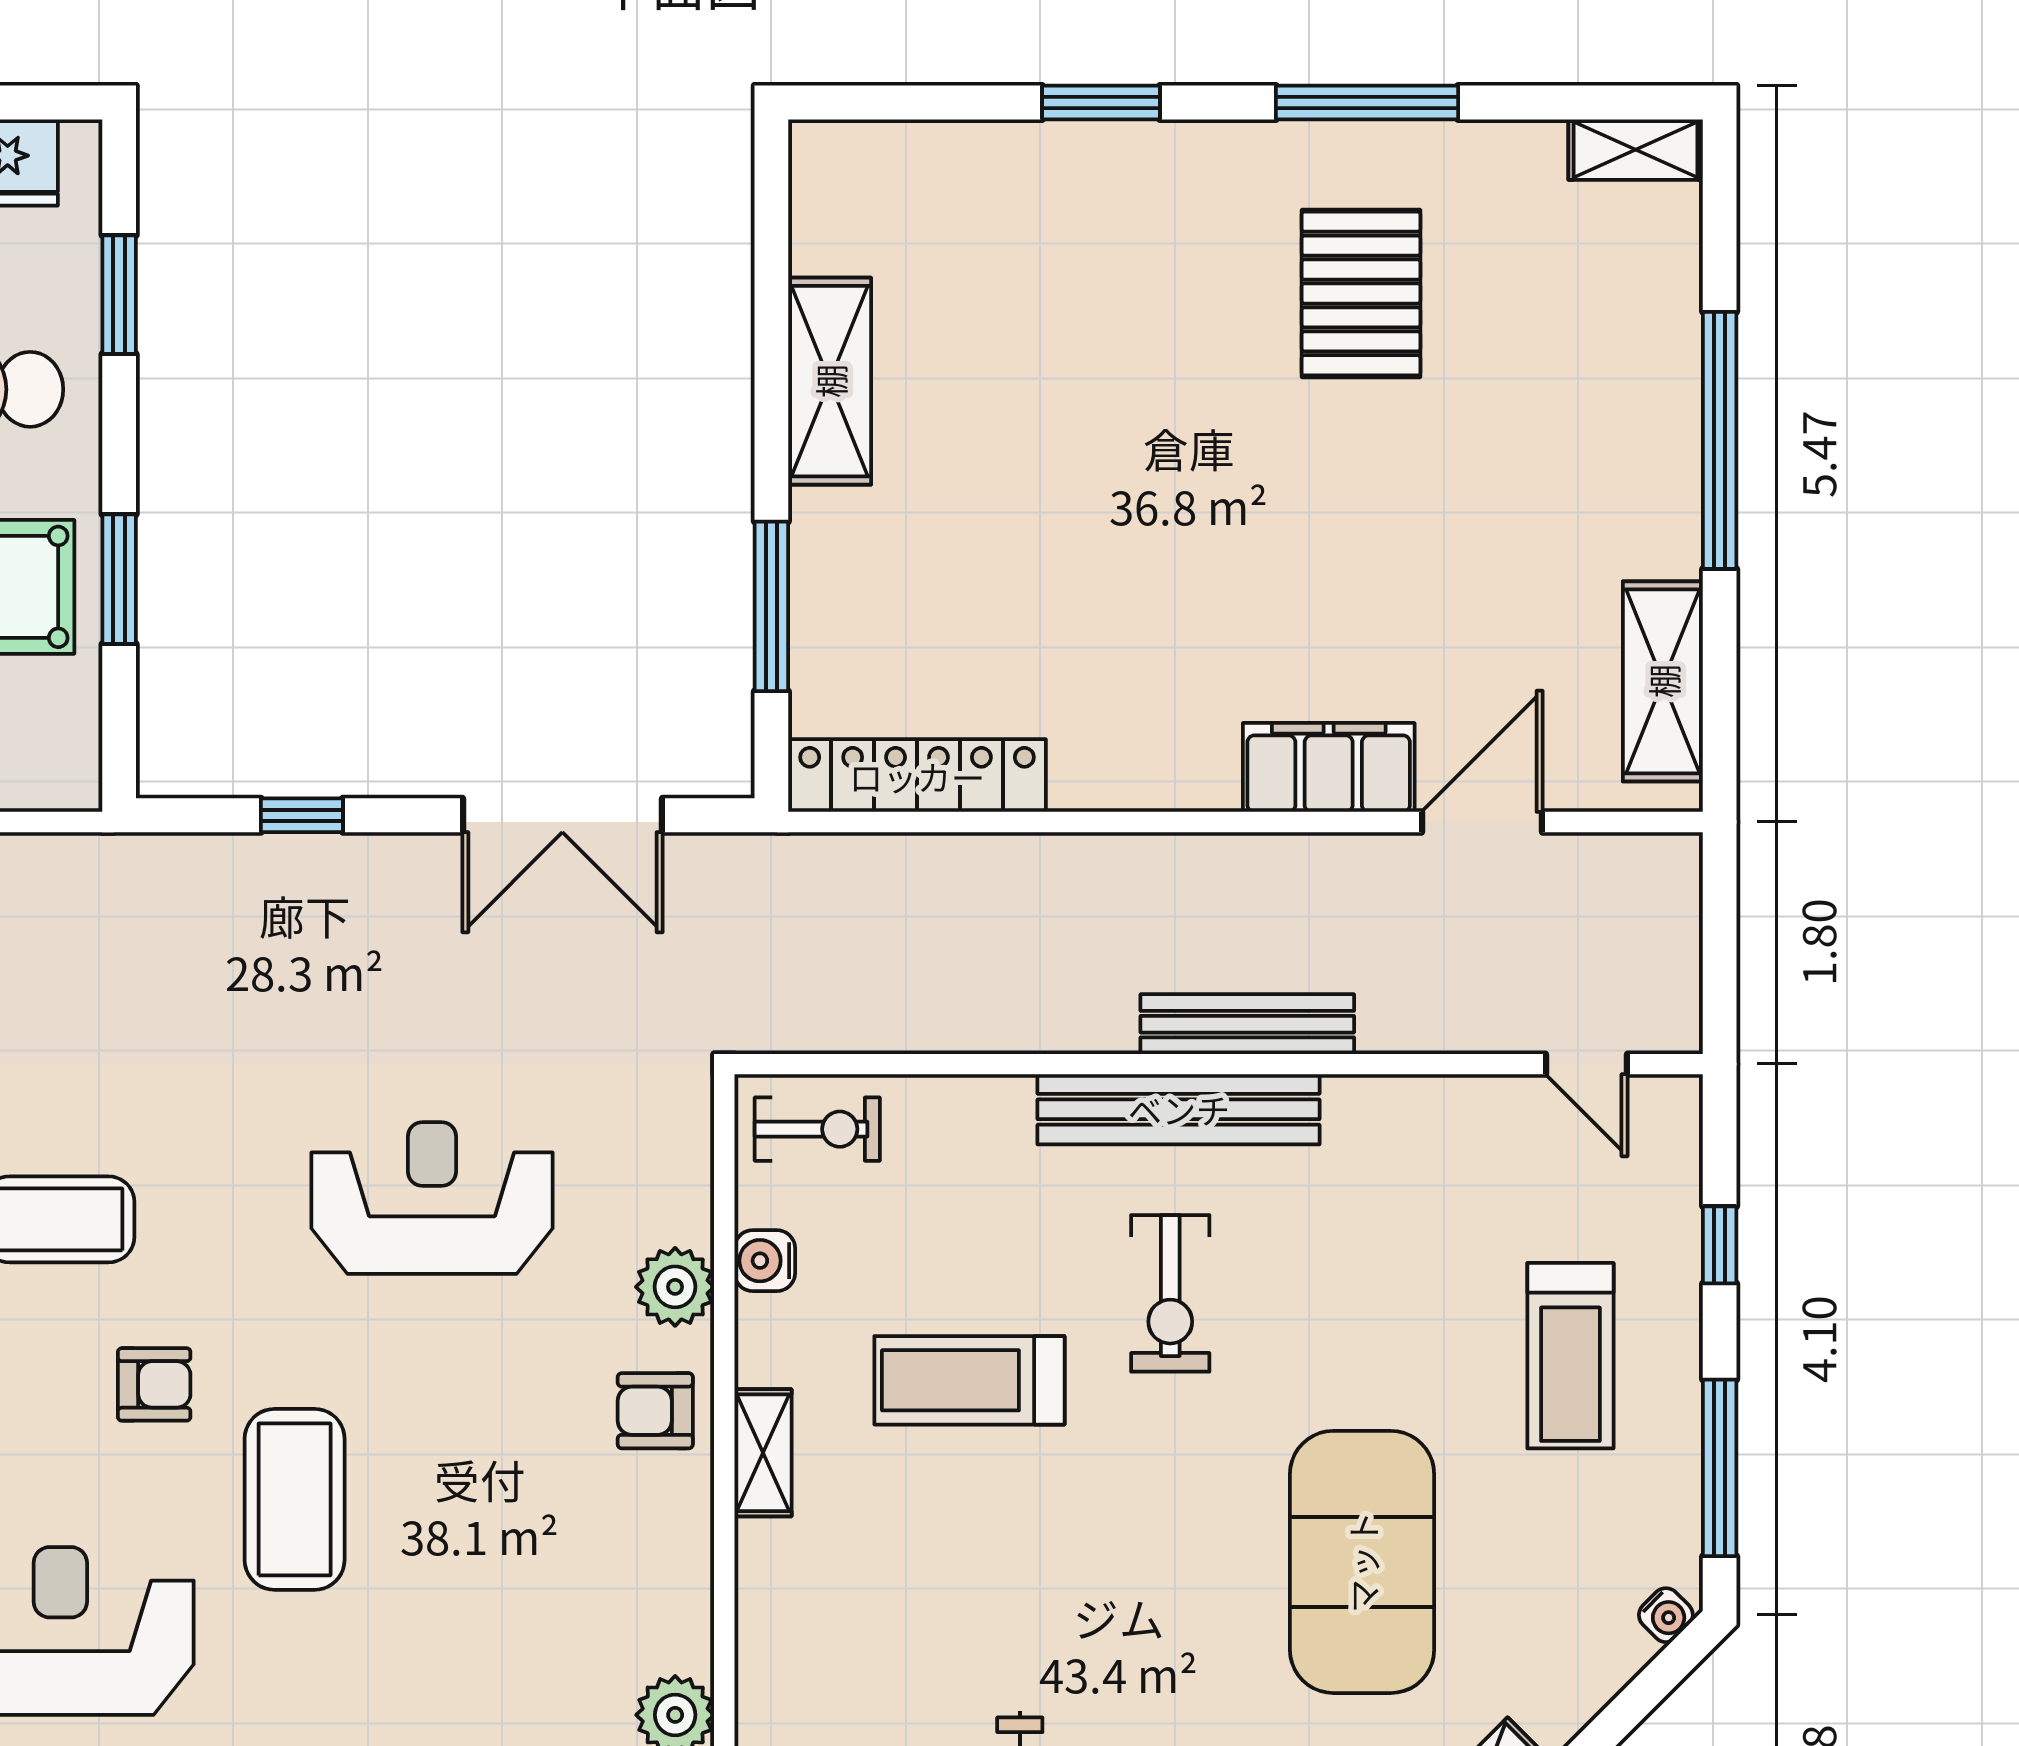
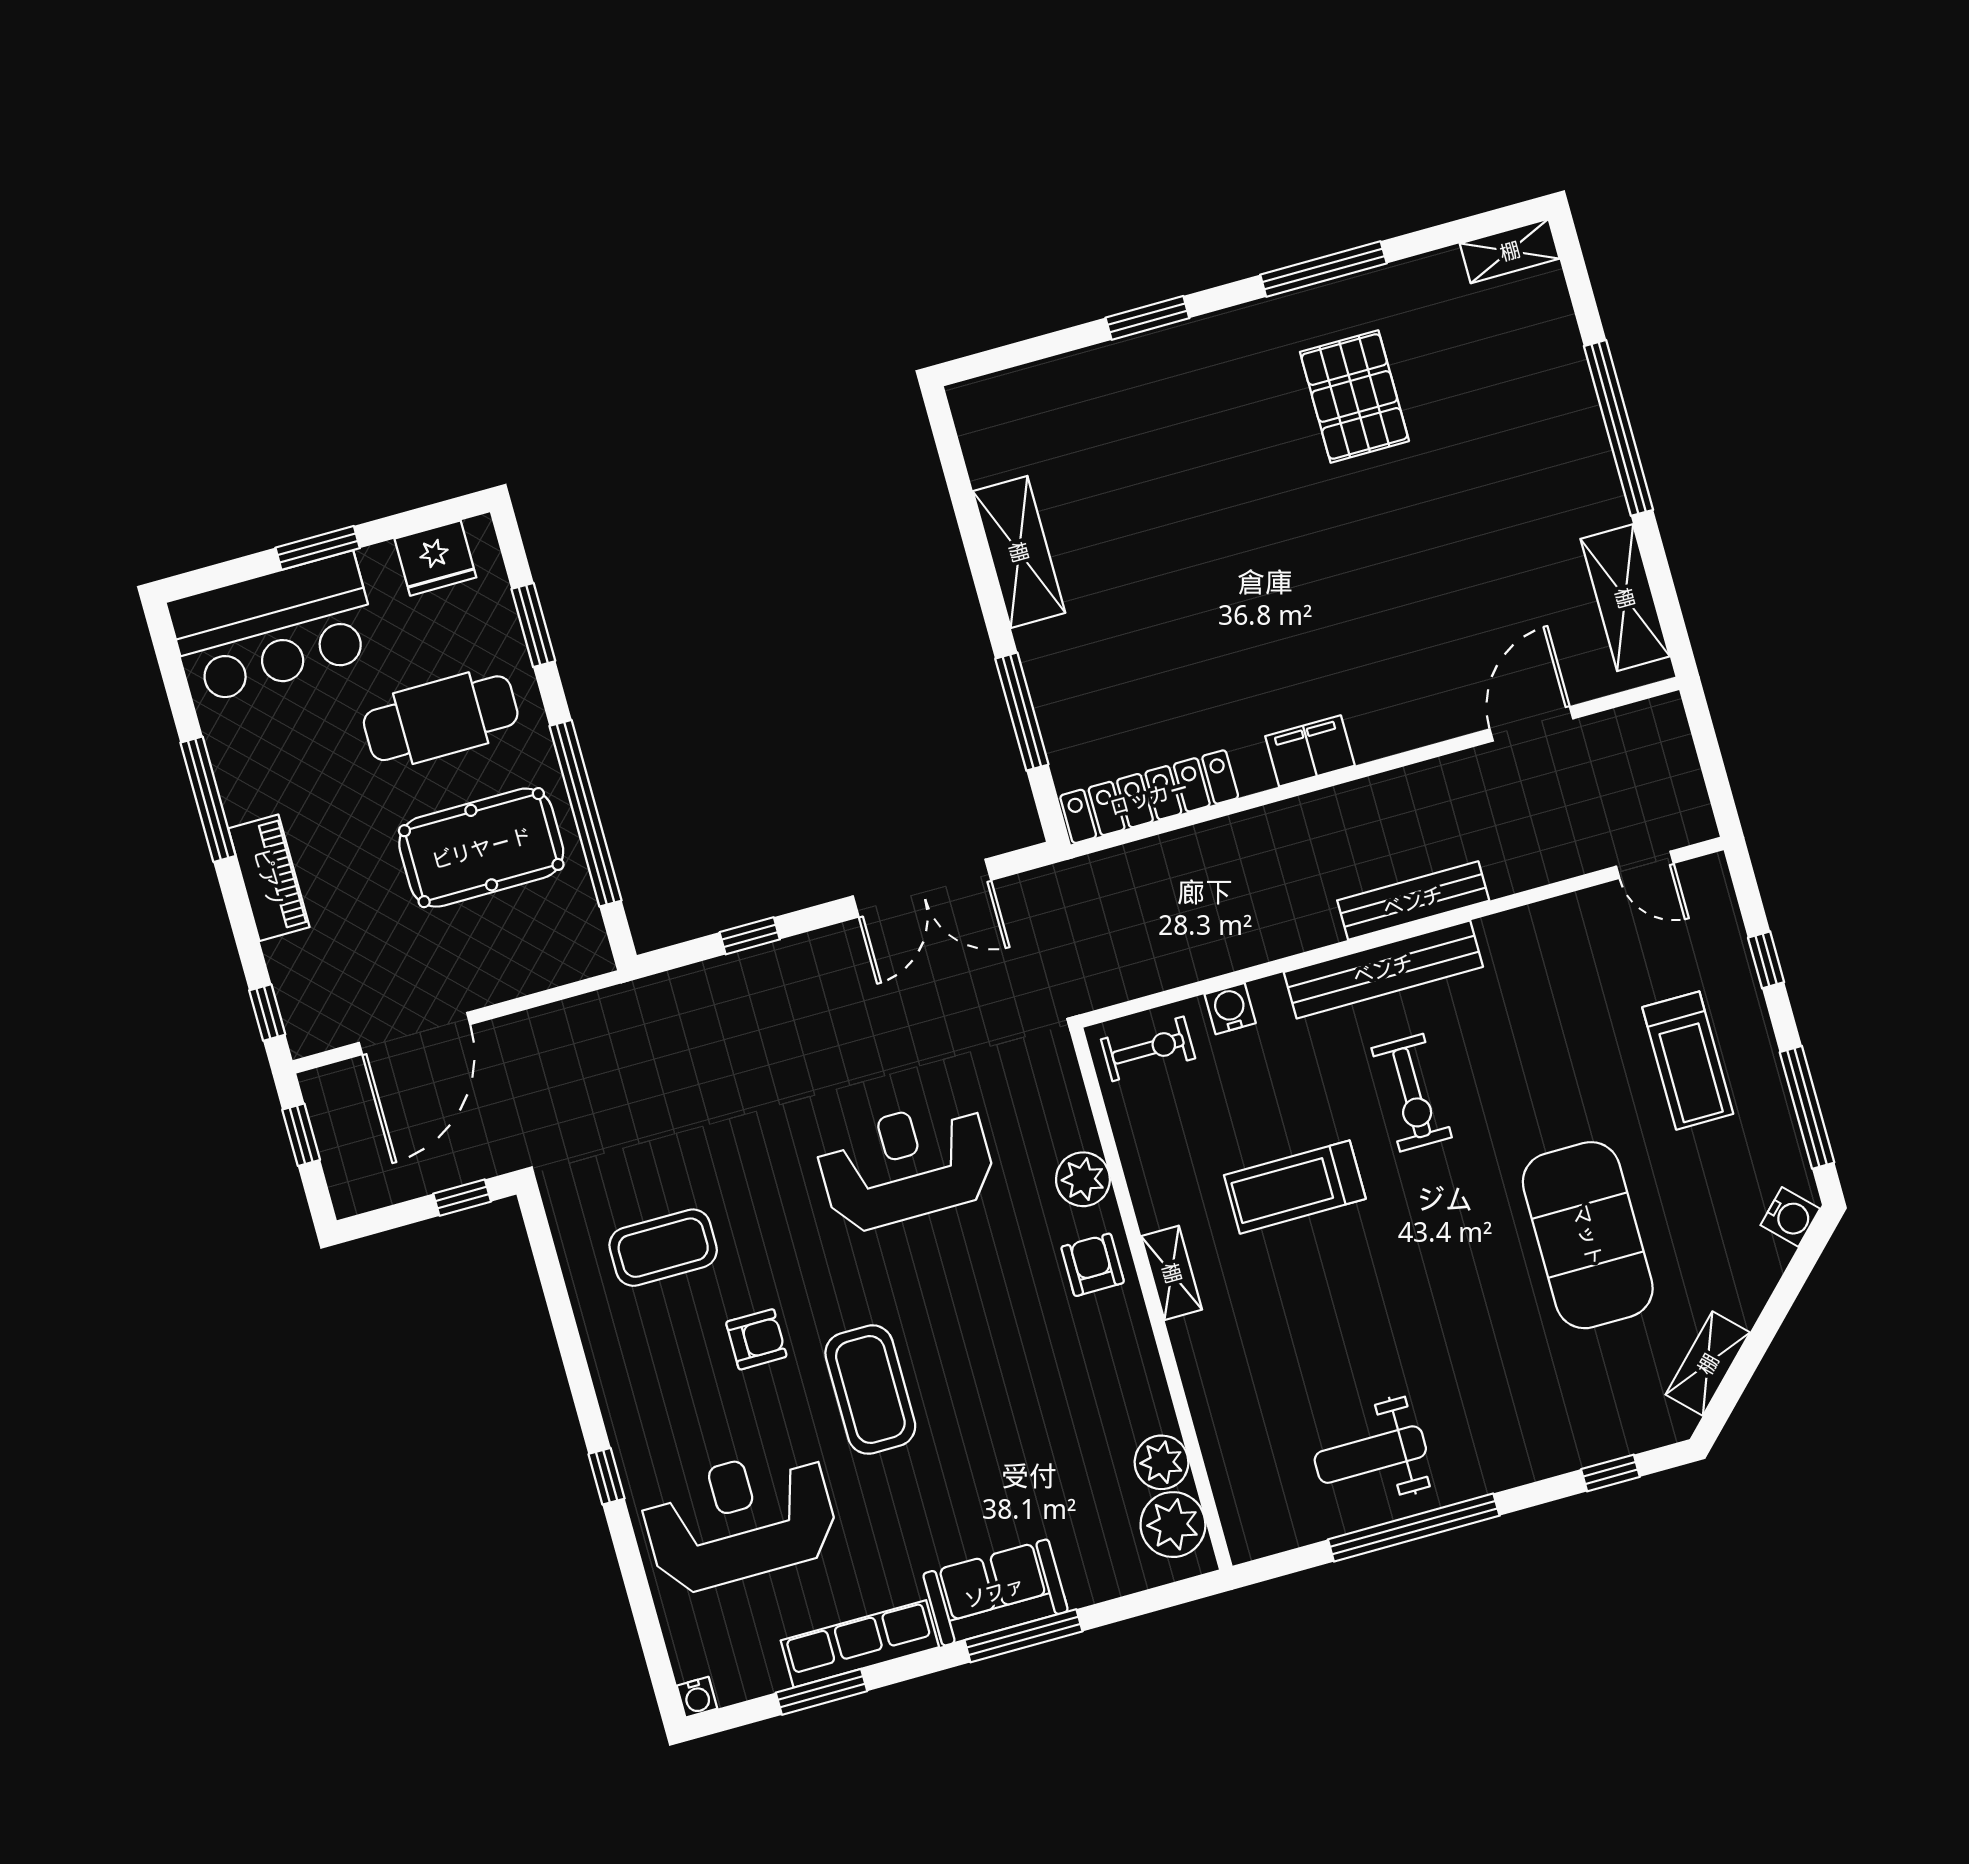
window: (119, 579) -> (586, 813), width x2.11
filing cabinet: (1329, 767) -> (1310, 751), moved, width x0.67, depth x0.86
water cooler: (765, 1261) -> (1230, 1009), moved, turned 90
armchair: (655, 1411) -> (1093, 1265), turned 90
water cooler: (1666, 1615) -> (1790, 1217), width x1.38, depth x1.38

